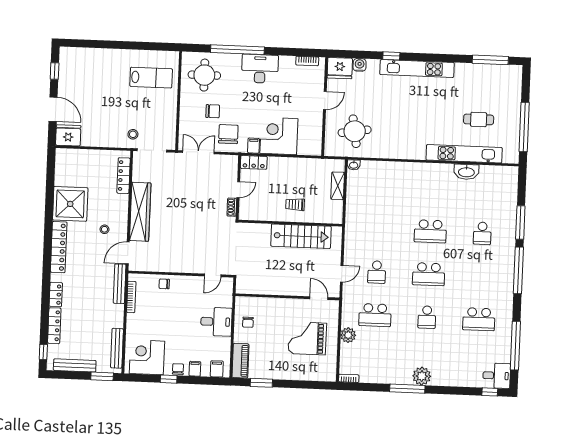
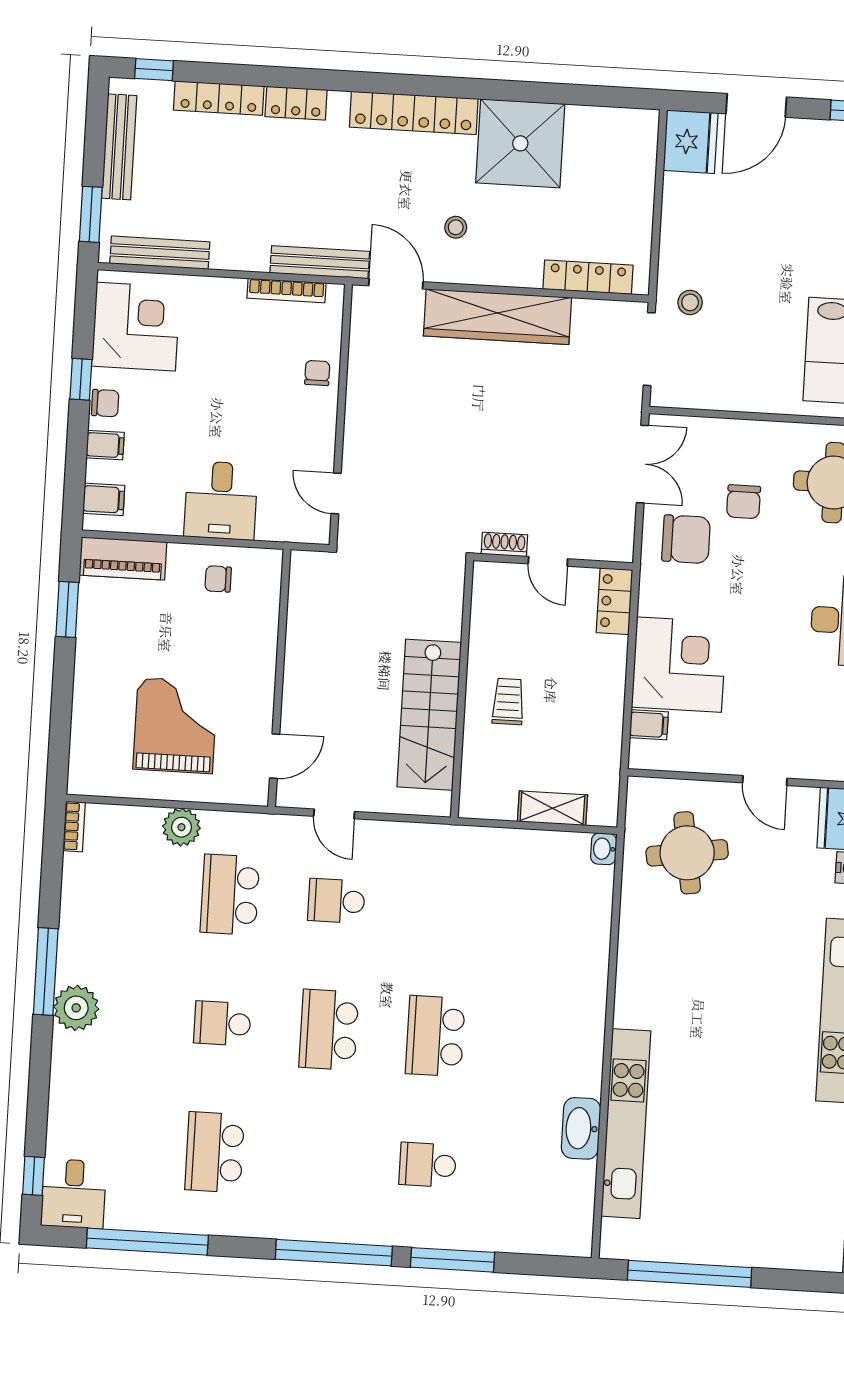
cafe table: (479, 119) -> (710, 1161), removed
filing cabinet: (254, 146) -> (649, 725), moved

